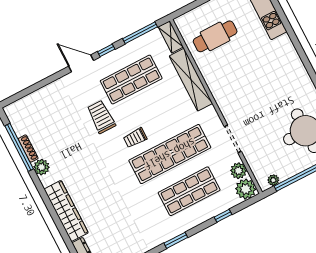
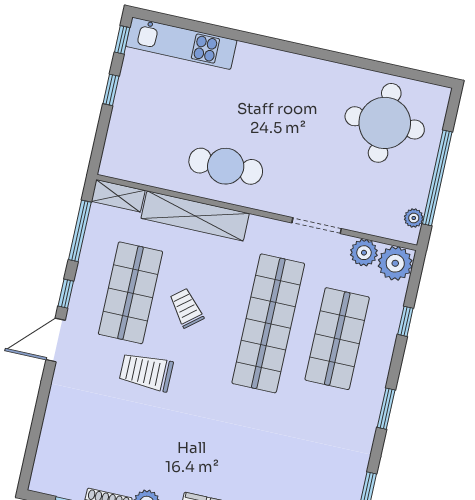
cafe table: (215, 36) -> (226, 166), moved, turned 90
trolley: (135, 138) -> (186, 308), moved, turned 141

